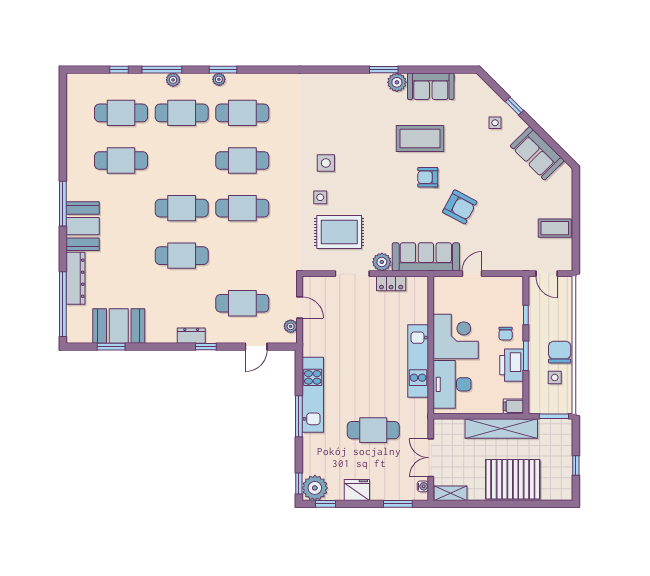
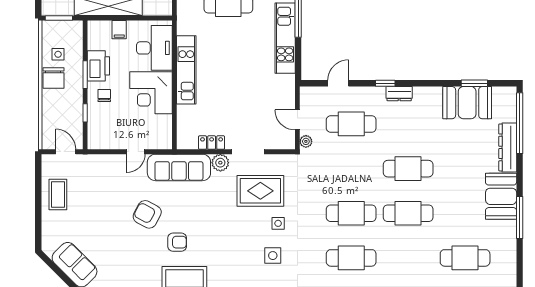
coffee table: (555, 228) -> (58, 194), turned 90
plant: (291, 326) -> (306, 141), moved
filing cabinet: (513, 406) -> (119, 30), moved, turned 90

